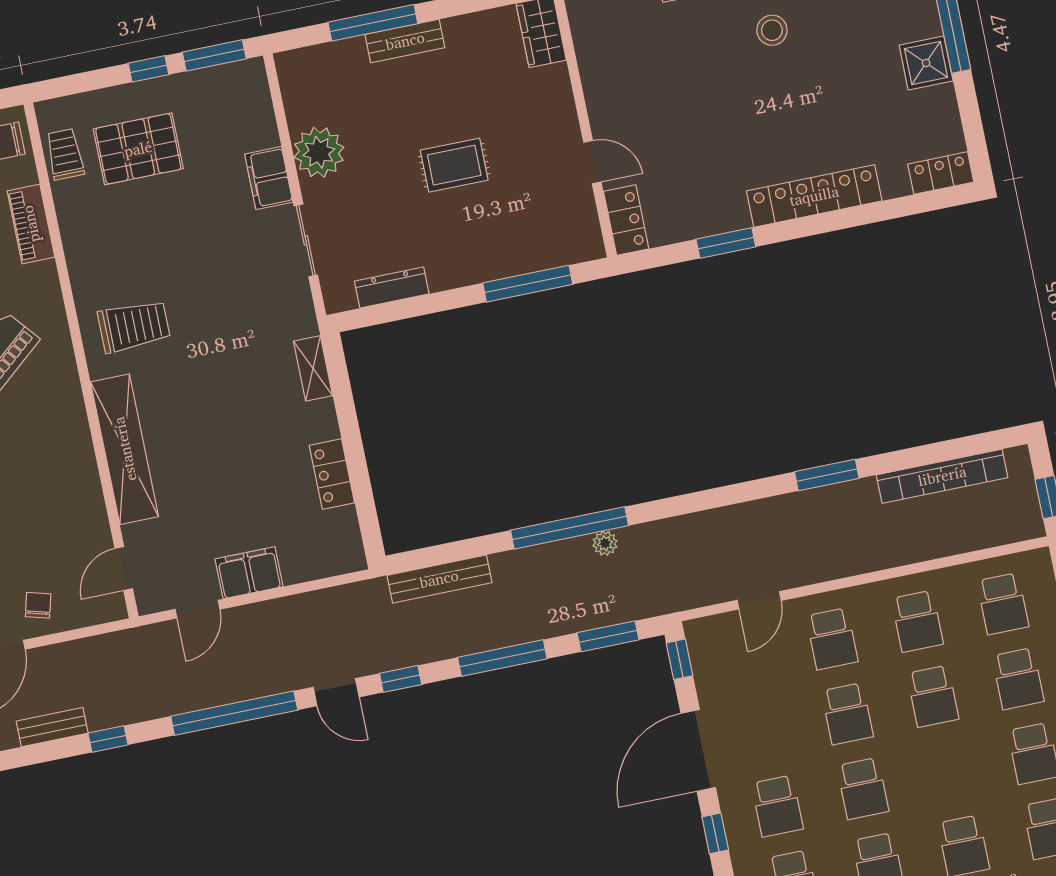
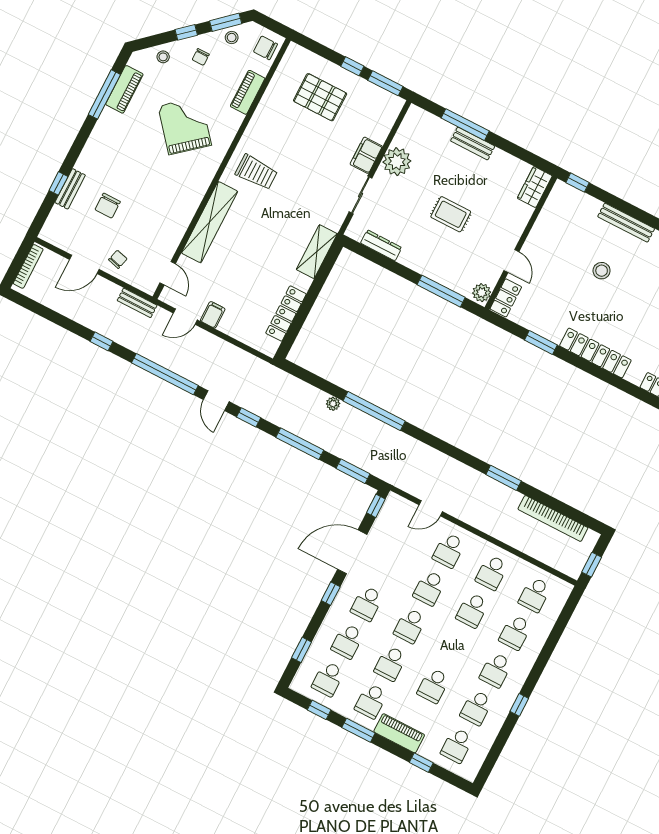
stool: (772, 30) -> (602, 271), moved
trolley: (65, 154) -> (286, 74), removed
plant: (586, 240) -> (482, 293), added
shelving: (313, 368) -> (317, 252), width x1.50, depth x1.33
locker: (332, 474) -> (286, 314), width x1.53
plant: (605, 543) -> (333, 404), moved
door: (124, 569) -> (168, 273), swing flipped
filing cabinet: (249, 573) -> (213, 315), width x0.50
bench: (439, 579) -> (300, 388), removed
bench: (52, 727) -> (137, 303), moved

